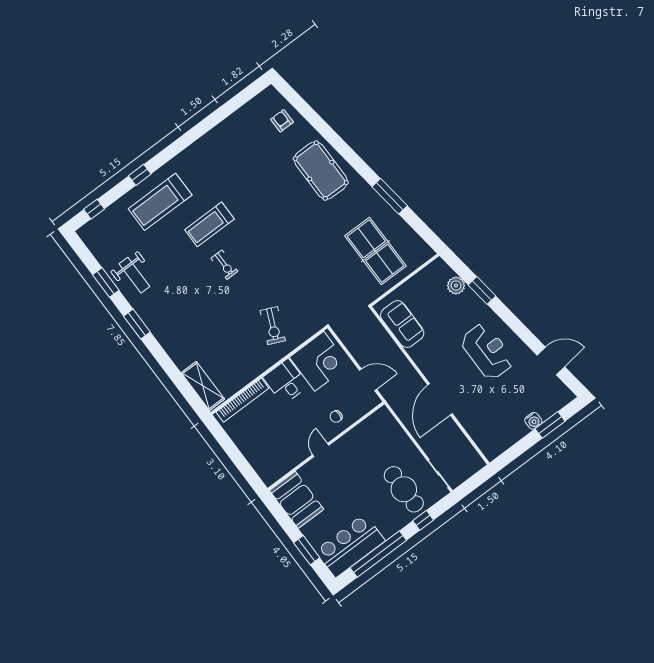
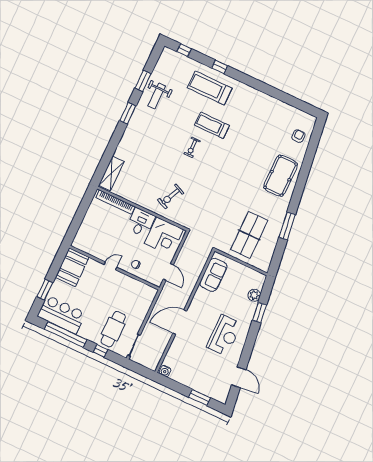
water cooler: (533, 421) -> (165, 371), moved

